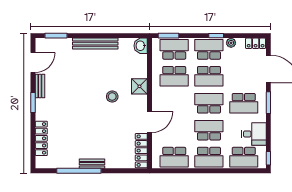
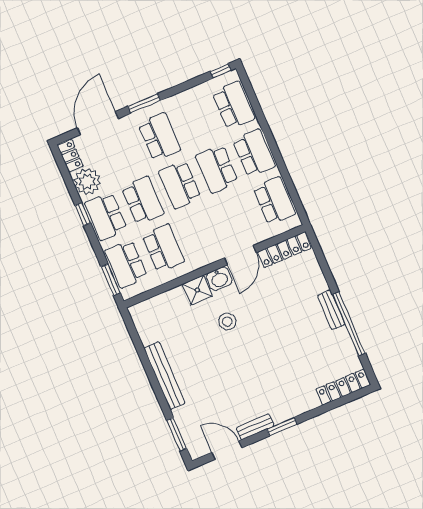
plant: (231, 43) -> (87, 182), width x1.88, depth x1.88
washbasin: (141, 46) -> (219, 279), moved
door: (150, 122) -> (240, 255), swing flipped
desk: (254, 134) -> (196, 105), removed
locker: (41, 138) -> (343, 387), moved

